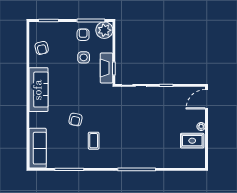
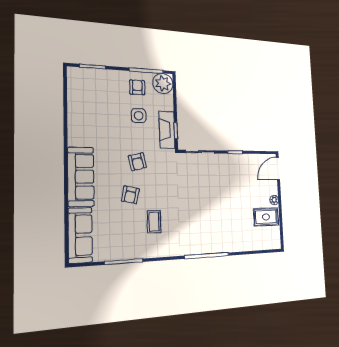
armchair: (42, 48) -> (137, 162), moved
sofa: (38, 90) -> (81, 177), moved

